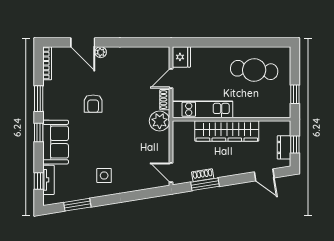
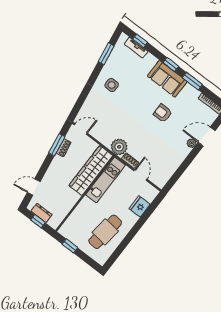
fridge: (181, 57) -> (140, 206), moved, turned 90
wardrobe: (227, 131) -> (91, 170), moved
sofa: (56, 142) -> (167, 79), moved

